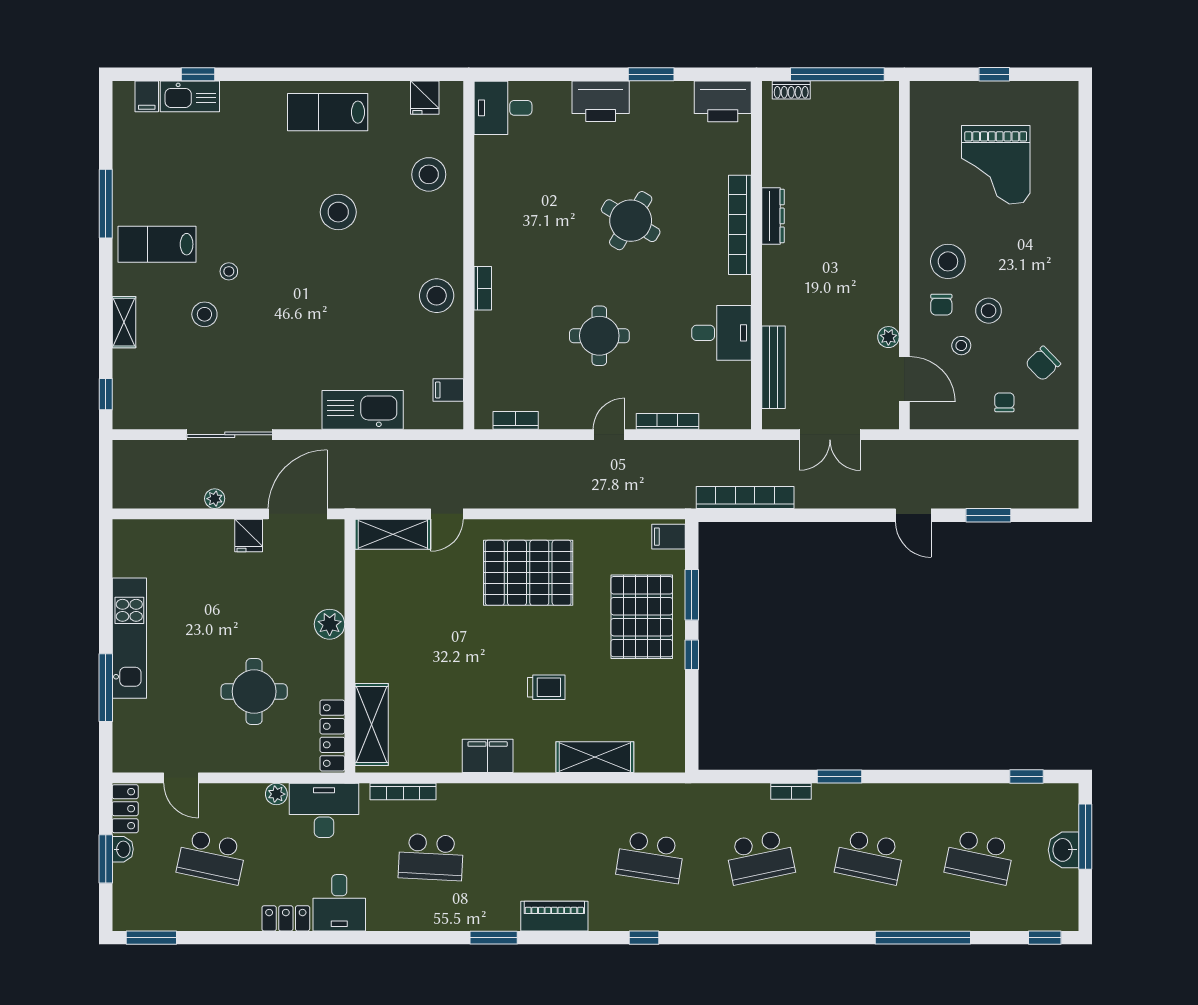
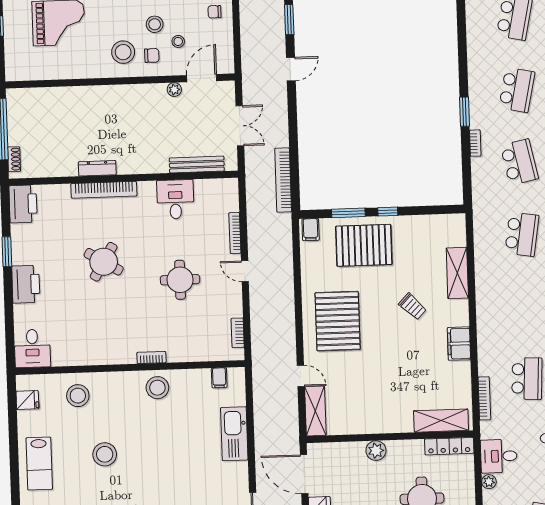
trolley: (546, 687) -> (413, 307), turned 134
desk: (324, 810) -> (499, 456), width x0.73

